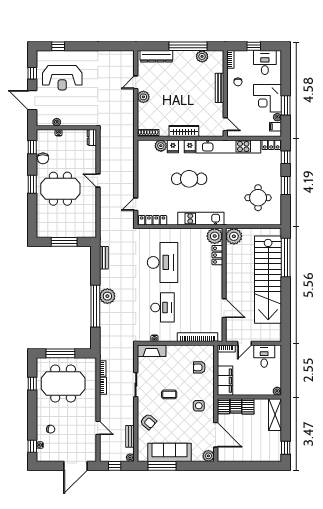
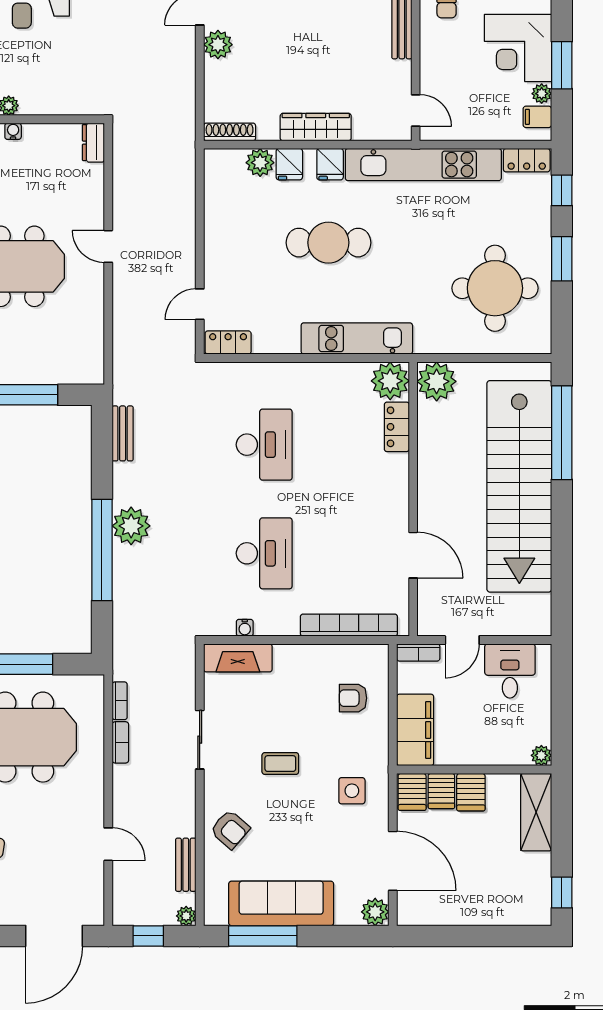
round table: (258, 198) -> (495, 288), width x1.36, depth x1.36
locker: (153, 220) -> (228, 343), width x0.66
desk: (162, 262) -> (264, 445), width x0.73, depth x0.77

